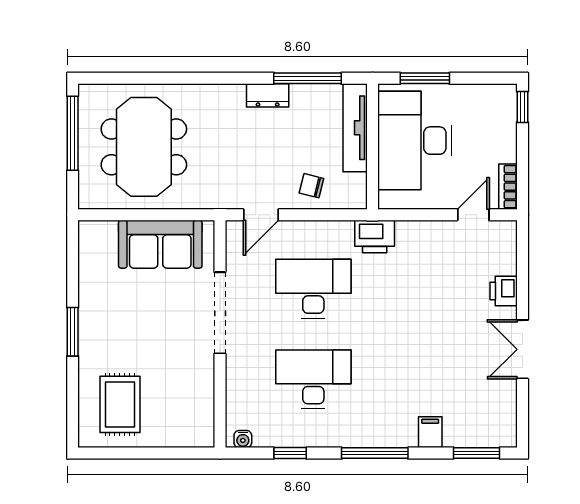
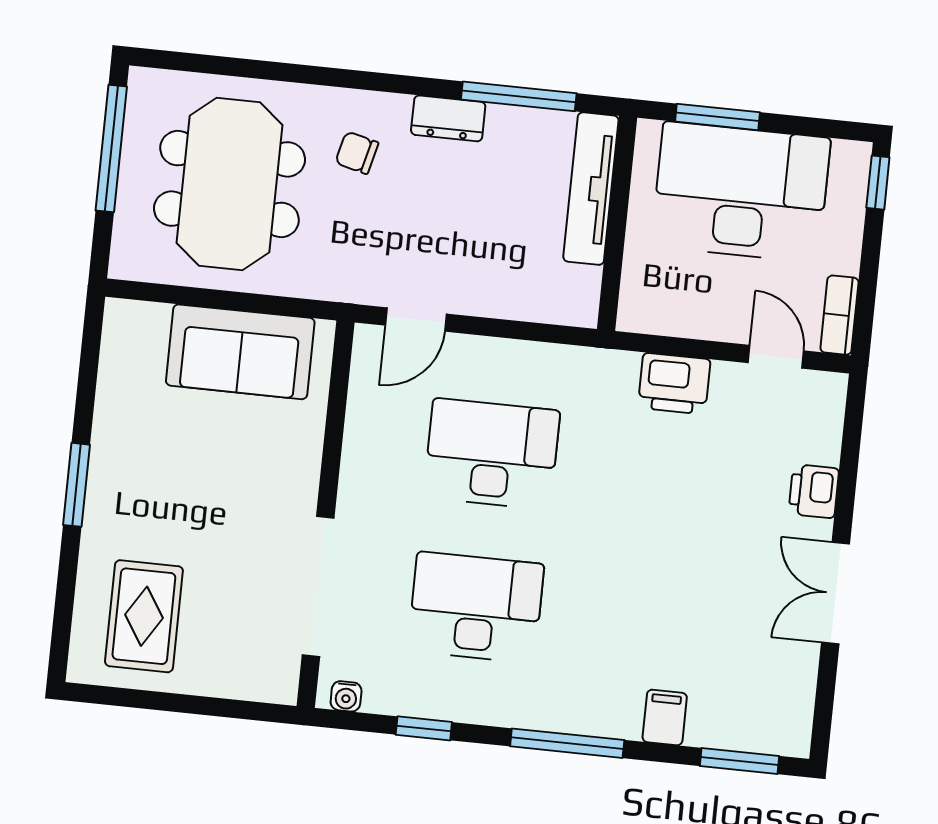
desk: (415, 141) -> (741, 192), moved, turned 90
chair: (311, 186) -> (357, 153), moved
door: (473, 215) -> (776, 357), hinge flipped
printer: (375, 237) -> (674, 383), moved
doorway: (220, 313) -> (318, 586), moved

